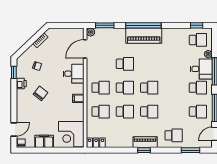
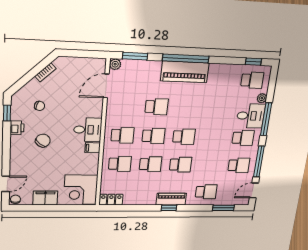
desk: (74, 74) -> (88, 130), moved

